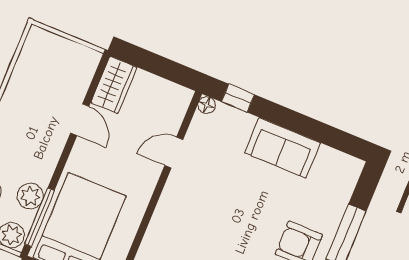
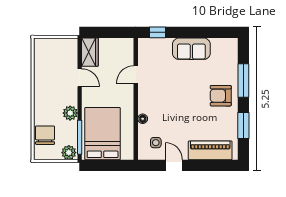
floor lamp: (207, 105) -> (143, 119), moved
plant: (30, 196) -> (70, 113), moved

